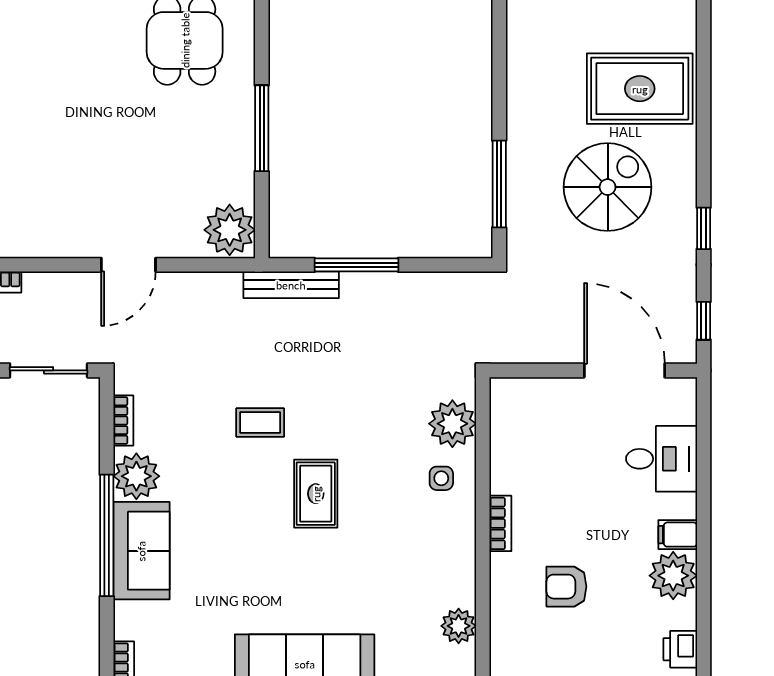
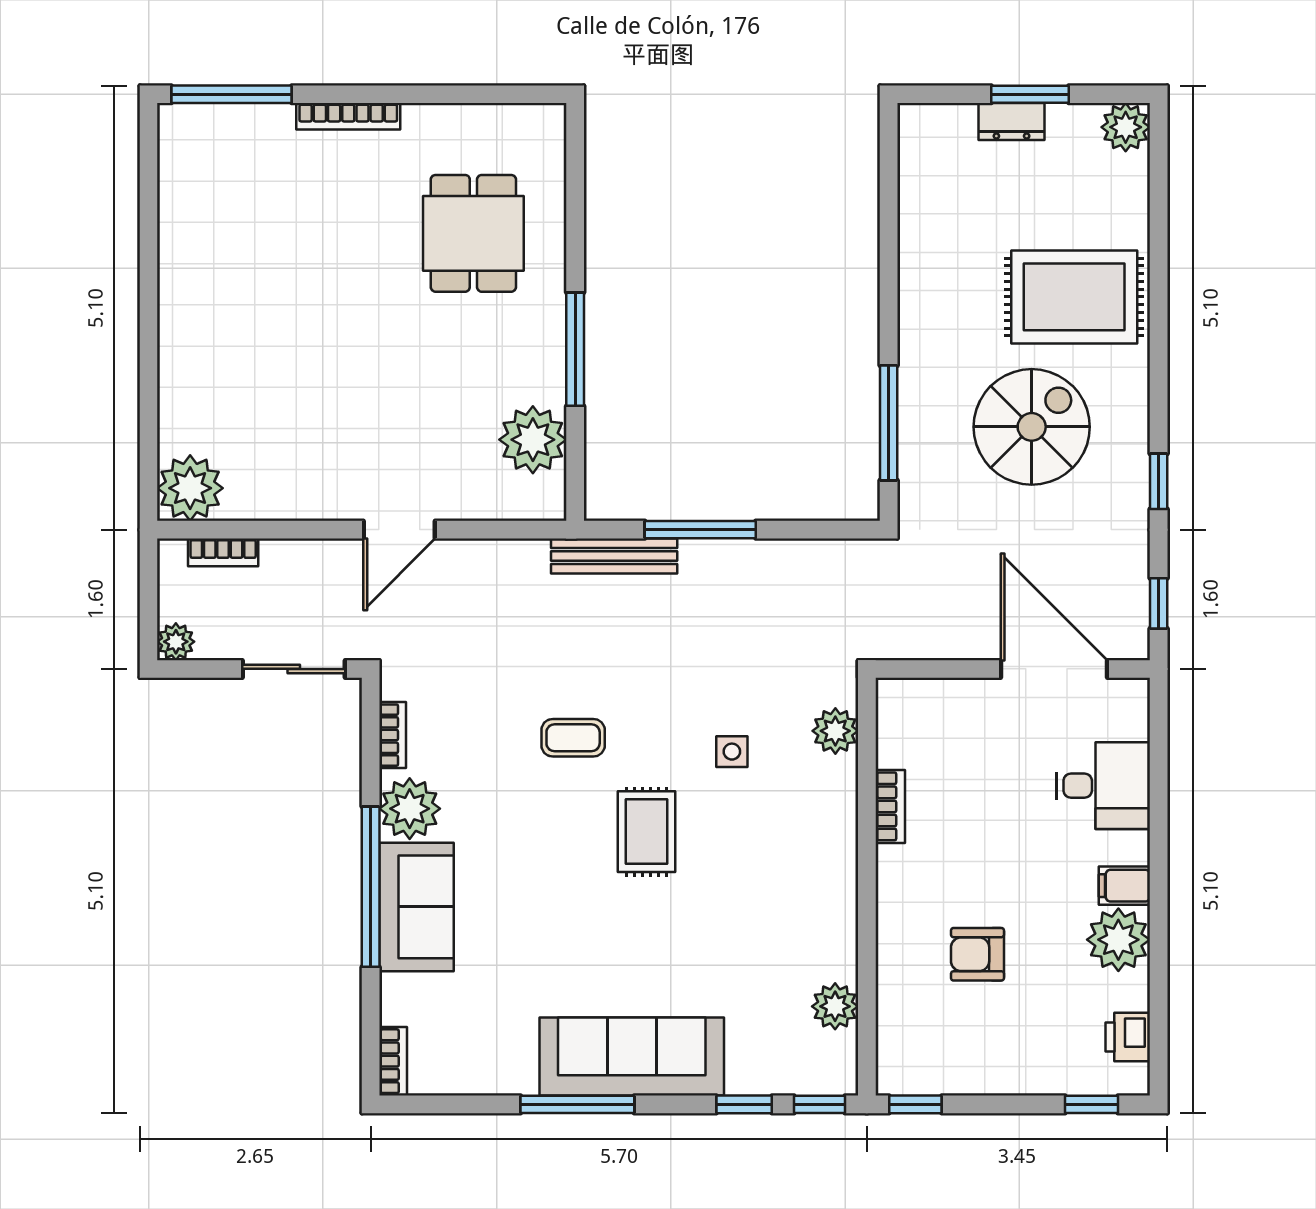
plant: (230, 230) -> (533, 440), moved
plant: (452, 424) -> (835, 731), width x0.73, depth x0.73
side table: (441, 478) -> (732, 752), moved
bookcase: (500, 523) -> (890, 806), moved

